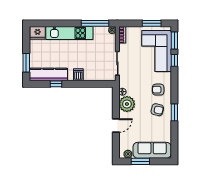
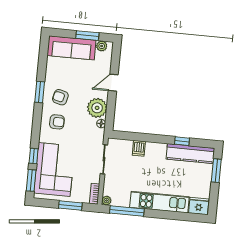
window: (152, 23) -> (70, 206), moved
dishwasher: (78, 75) -> (139, 148), moved

